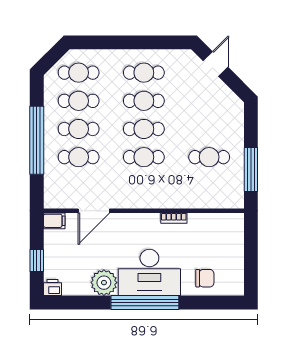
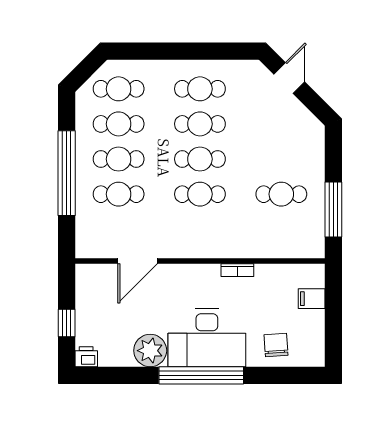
filing cabinet: (54, 221) -> (312, 299), moved, turned 180
chair: (205, 278) -> (276, 345), turned -94

